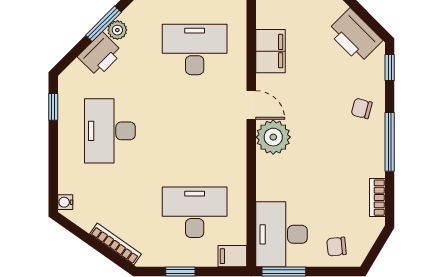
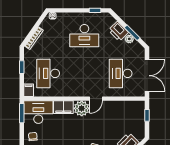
desk: (195, 49) -> (121, 73), turned 180
filing cabinet: (271, 51) -> (63, 107), moved
desk: (110, 131) -> (84, 36), turned 180
desk: (195, 212) -> (48, 73), turned 180

